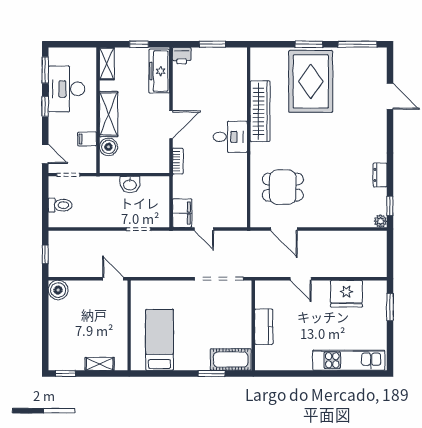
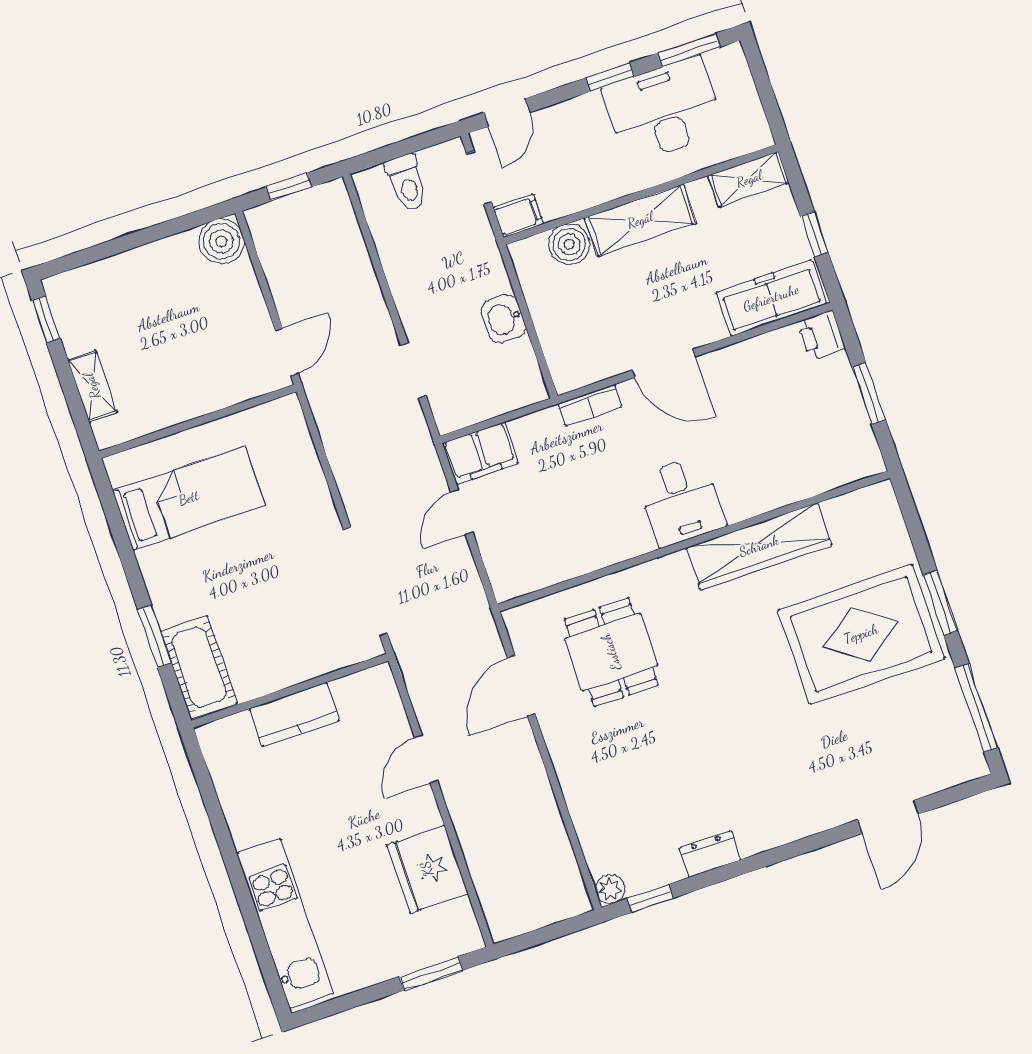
filing cabinet: (87, 139) -> (518, 216), moved, turned 90

